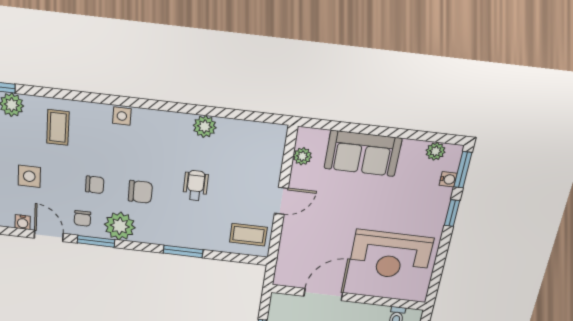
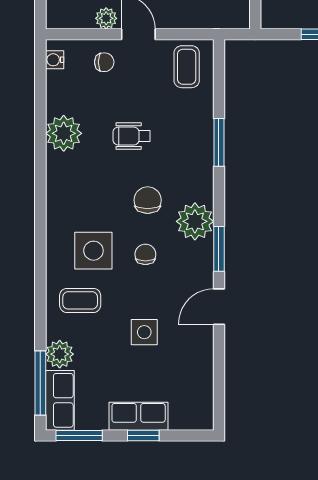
side table: (122, 116) -> (93, 251), moved, width x1.87, depth x1.87
plant: (205, 127) -> (64, 133), width x1.36, depth x1.36
plant: (302, 156) -> (106, 18), moved
chair: (82, 218) -> (104, 62), moved
water cooler: (23, 222) -> (55, 60), moved, turned 180

